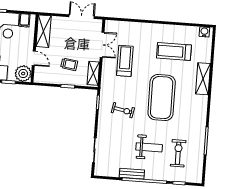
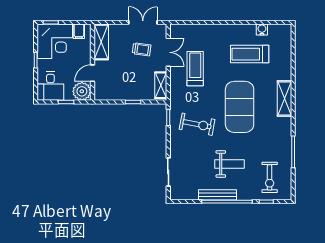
water cooler: (204, 32) -> (262, 30), moved
door: (34, 58) -> (92, 73), swing flipped
trolley: (69, 64) -> (142, 49), moved
shelving: (203, 79) -> (285, 98), moved
exercise bike: (123, 110) -> (197, 124), width x1.38, depth x1.39
exercise bike: (178, 153) -> (270, 177), moved, turned 180
bench: (132, 174) -> (217, 195), width x1.36

